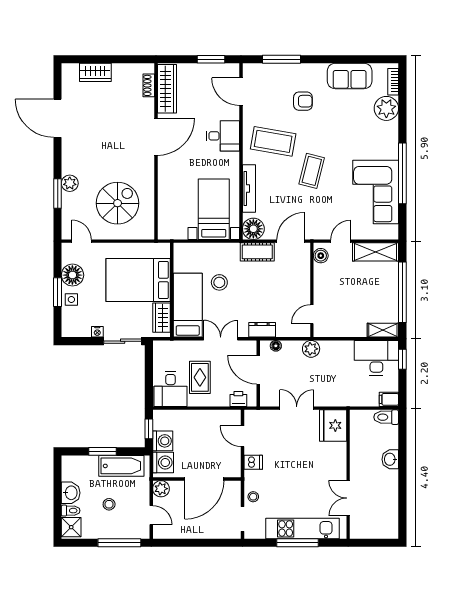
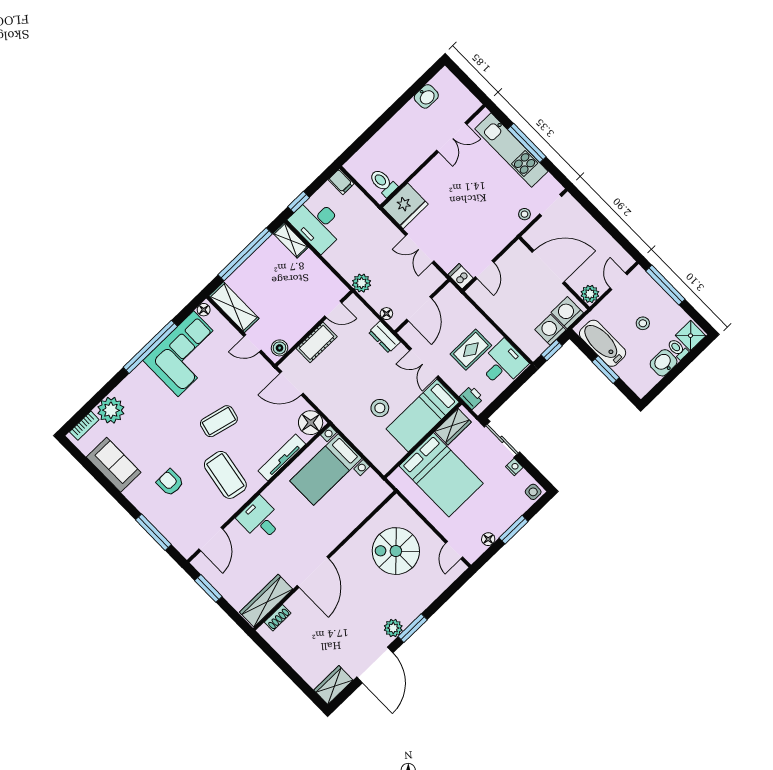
wardrobe: (95, 72) -> (333, 685), moved, turned -90
door: (156, 137) -> (313, 572), swing flipped
plant: (70, 183) -> (393, 628), moved
window: (58, 193) -> (413, 628), moved
floor lamp: (393, 231) -> (204, 310), added
cot: (257, 252) -> (317, 342), moved, turned 90
floor lamp: (72, 275) -> (488, 539), width x0.53, depth x0.53
side table: (71, 299) -> (533, 492), moved
printer: (238, 399) -> (472, 397), moved, turned 180
toilet: (386, 417) -> (383, 183), moved, turned 180
washbasin: (390, 459) -> (426, 96), moved
dishwasher: (253, 462) -> (461, 276), moved

